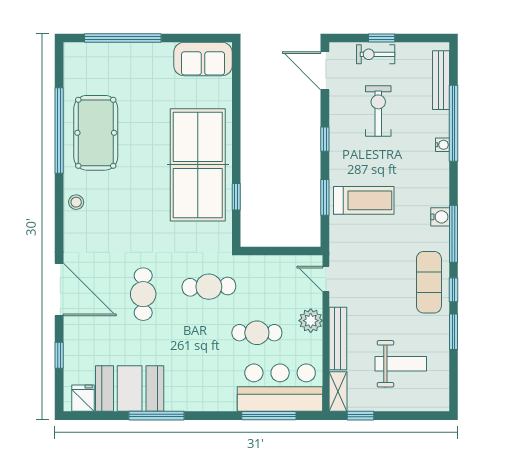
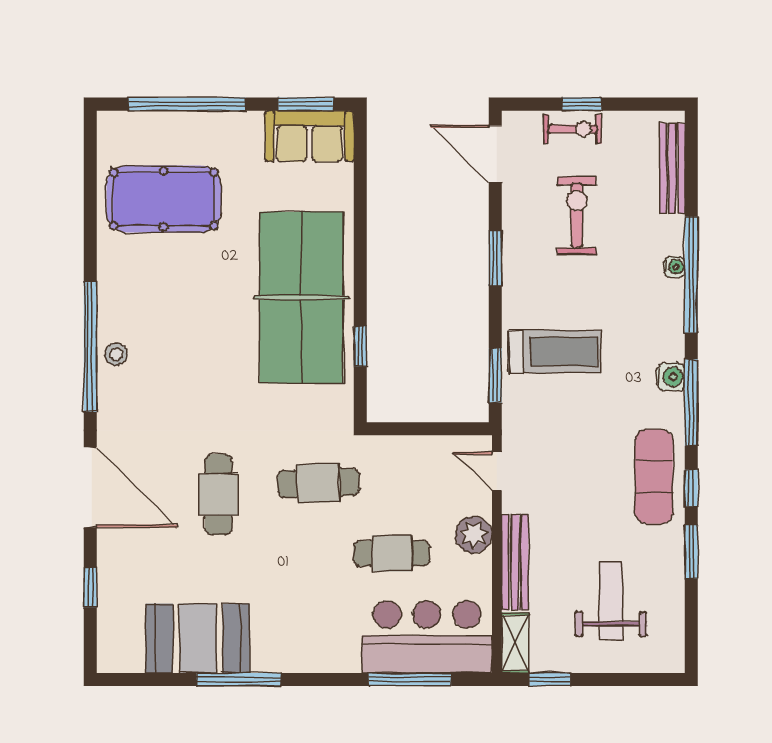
window: (201, 38) -> (306, 104), added
exercise bike: (376, 54) -> (573, 129), turned 180
window: (454, 123) -> (691, 275), moved
window: (59, 131) -> (90, 347), moved
pool table: (96, 133) -> (164, 199), moved, turned 90
window: (325, 139) -> (495, 258), width x1.50
window: (325, 197) -> (495, 375), moved
weight bench: (401, 364) -> (611, 601), turned -90
fridge: (83, 398) -> (127, 653), removed

